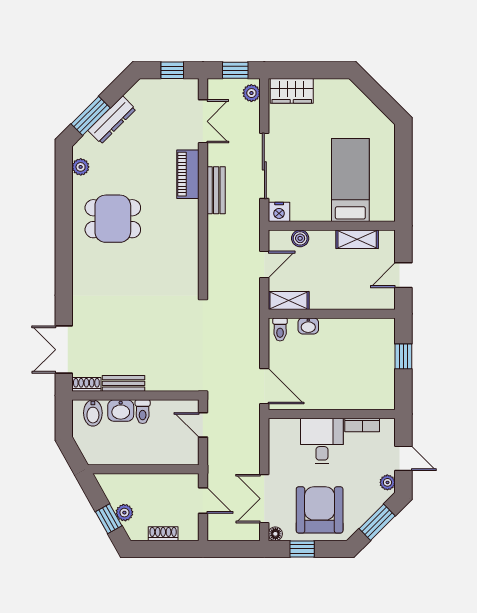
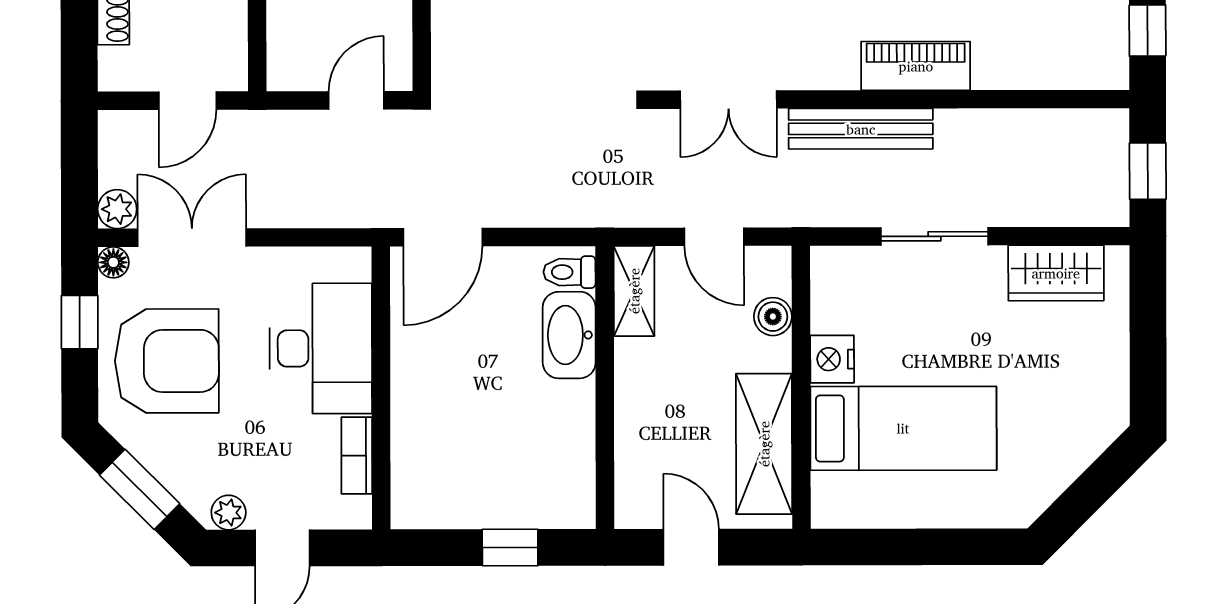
wardrobe: (292, 91) -> (1056, 273), moved, turned -90
plant: (251, 93) -> (117, 209), moved
double door: (203, 121) -> (729, 100), moved
sliding door: (264, 166) -> (934, 236), width x0.73
bench: (216, 190) -> (861, 129), width x1.36
nightstand: (279, 212) -> (832, 359), moved
shelving: (357, 239) -> (764, 444), width x1.50, depth x1.33
washbasin: (308, 326) -> (569, 335), width x1.91, depth x1.45
desk: (322, 441) -> (321, 348), width x1.37

